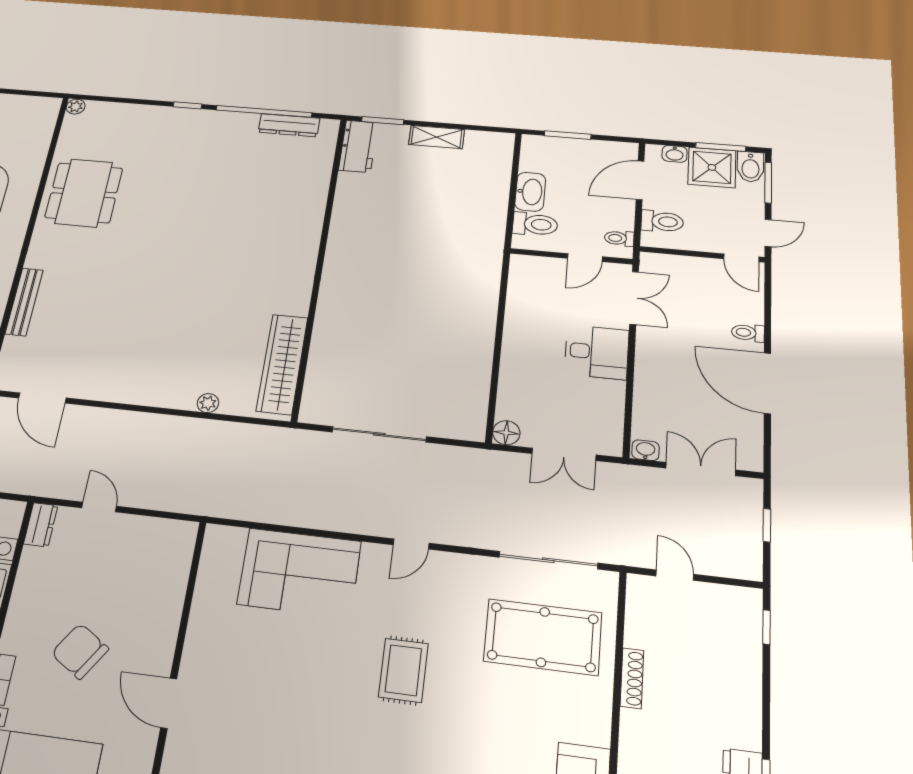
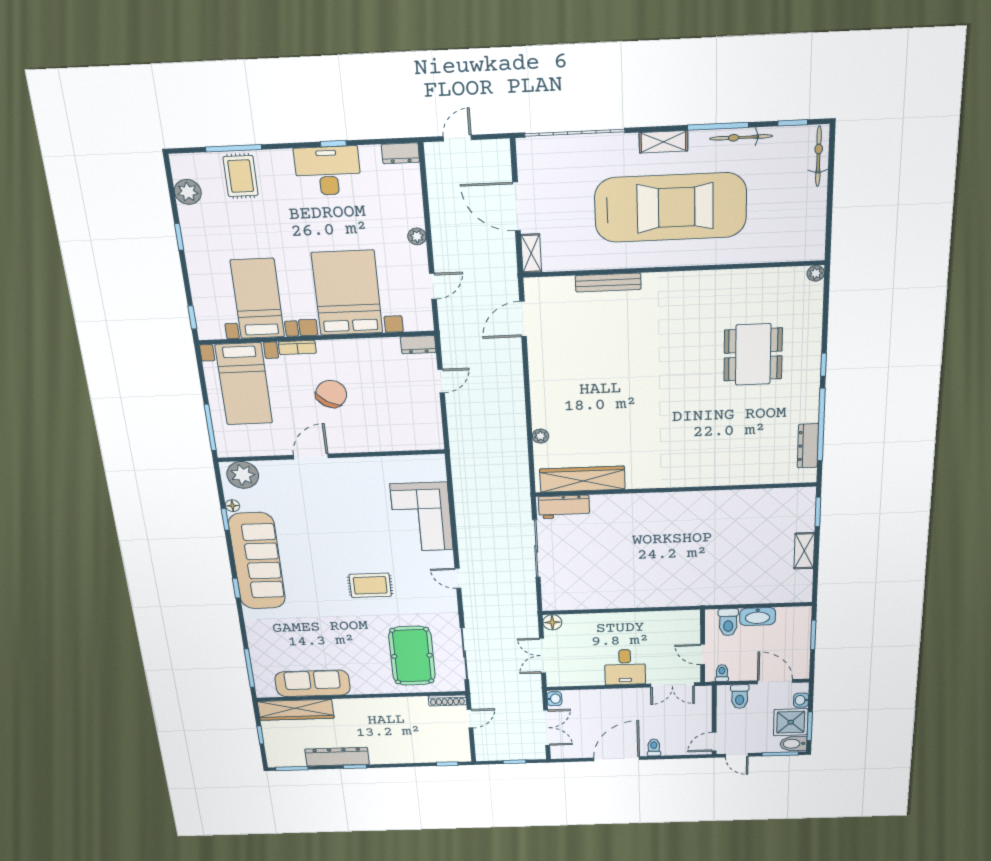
workbench: (358, 146) -> (564, 507), moved
dining table: (84, 193) -> (753, 354), moved, turned 90
shoe rack: (632, 678) -> (447, 700), moved

